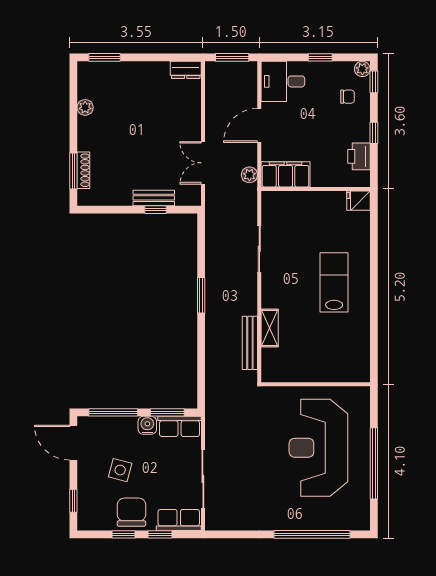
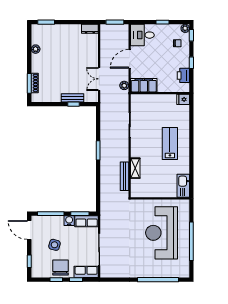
kitchen sink: (359, 361) -> (183, 186), added

